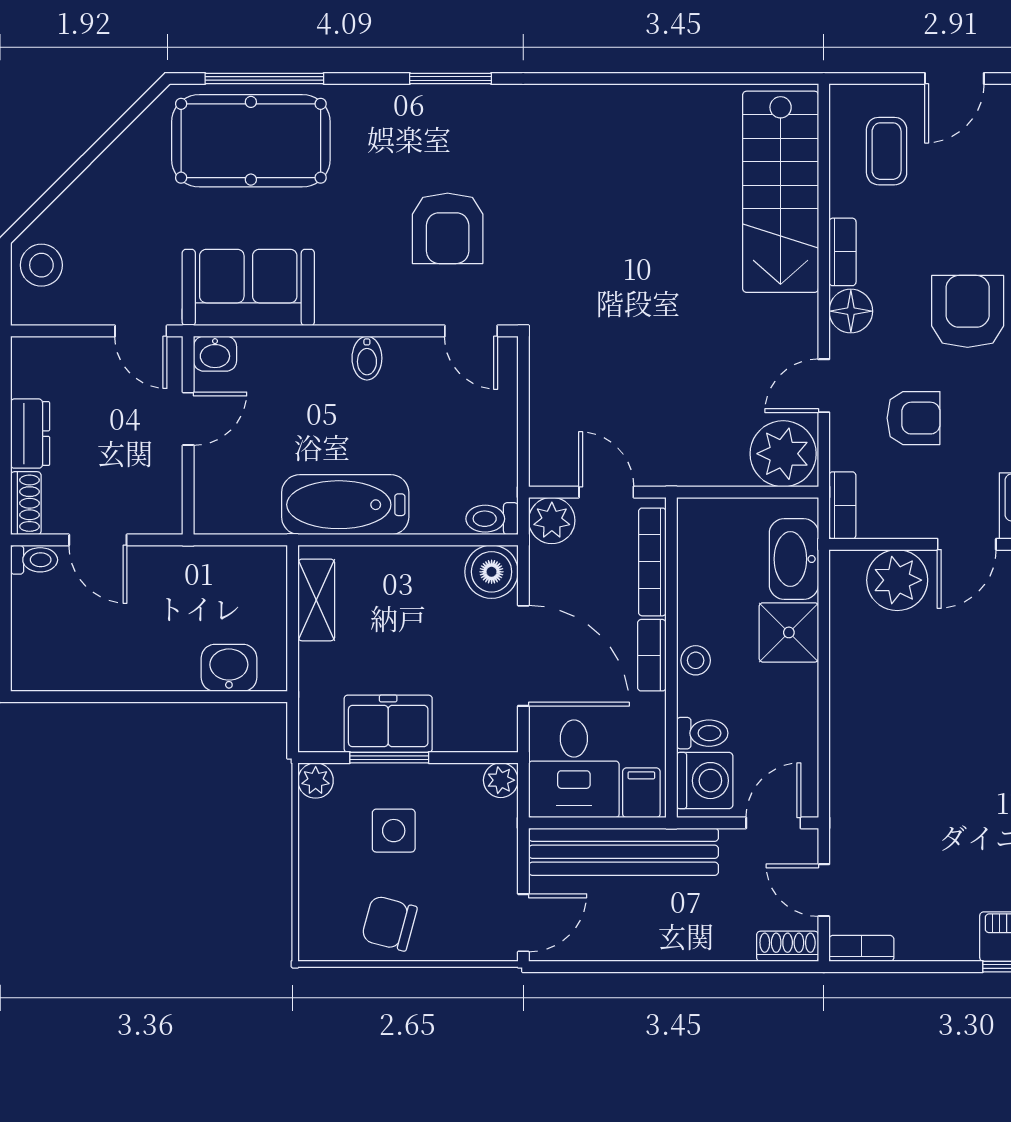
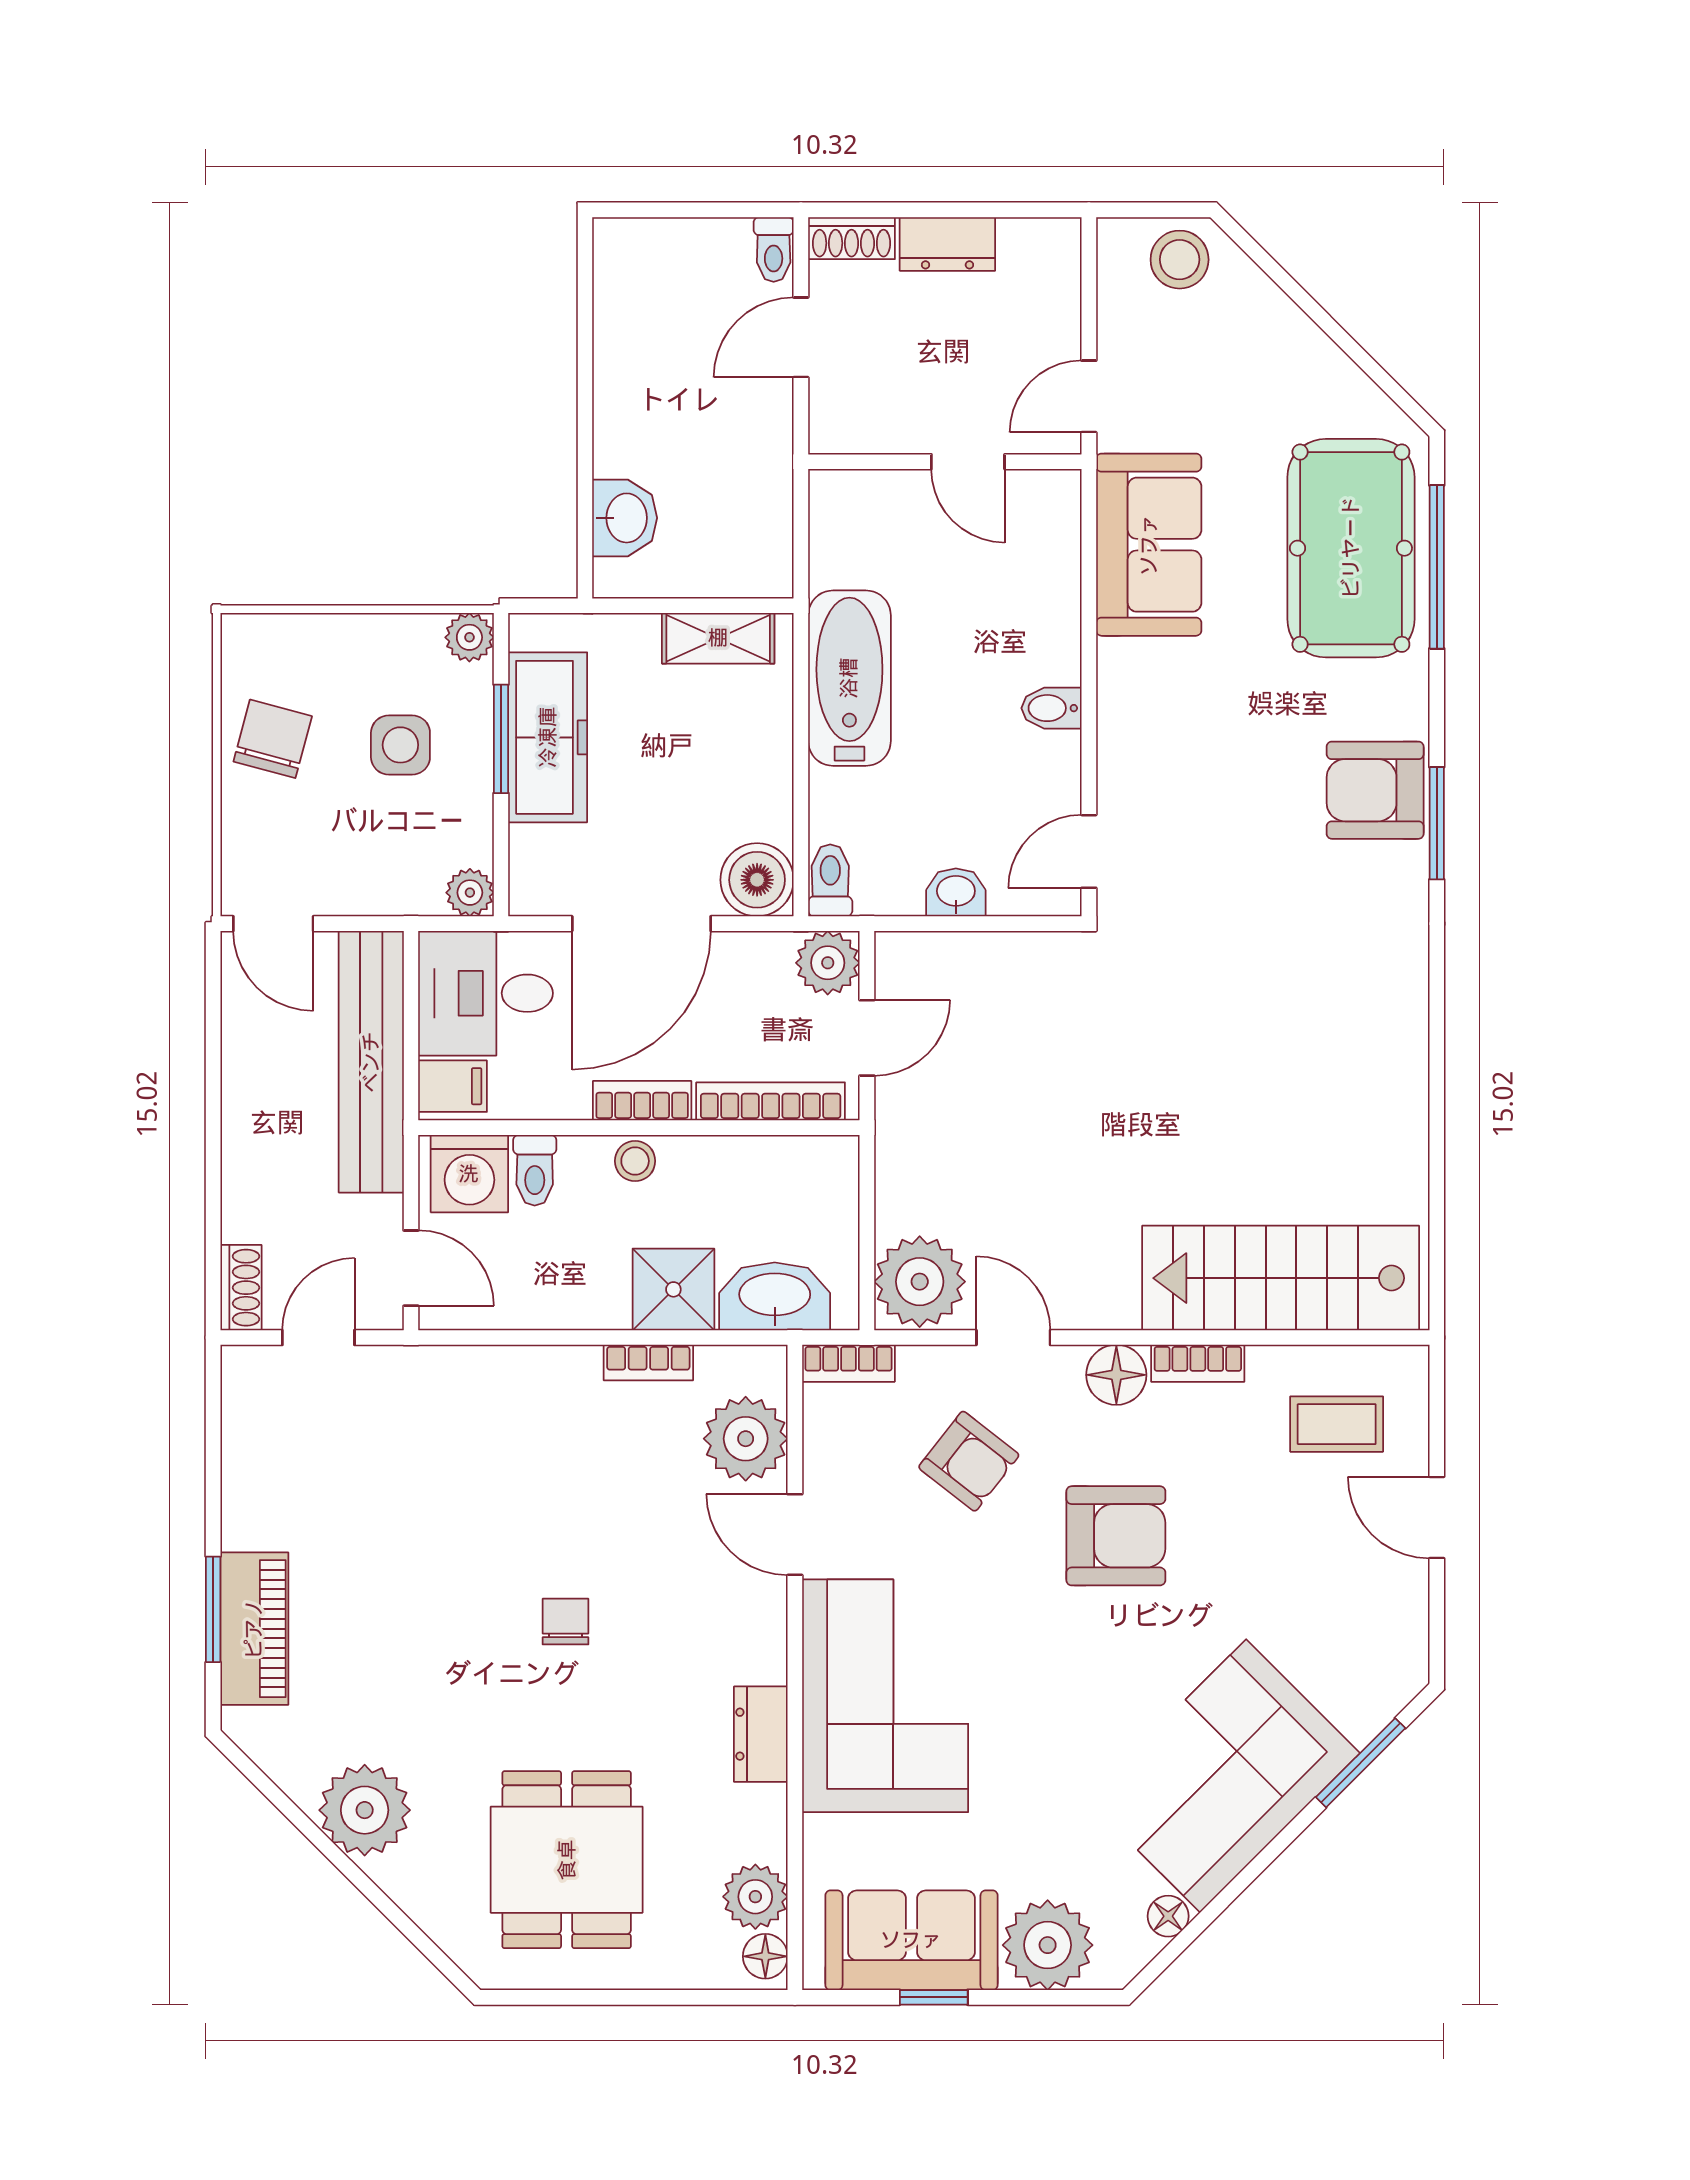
armchair: (448, 228) -> (1375, 790), moved
washbasin: (215, 354) -> (956, 892), moved, turned 90
armchair: (913, 418) -> (969, 1461), turned -52
freezer: (388, 724) -> (548, 737), width x1.40
bookcase: (861, 948) -> (648, 1363), moved, turned 90

